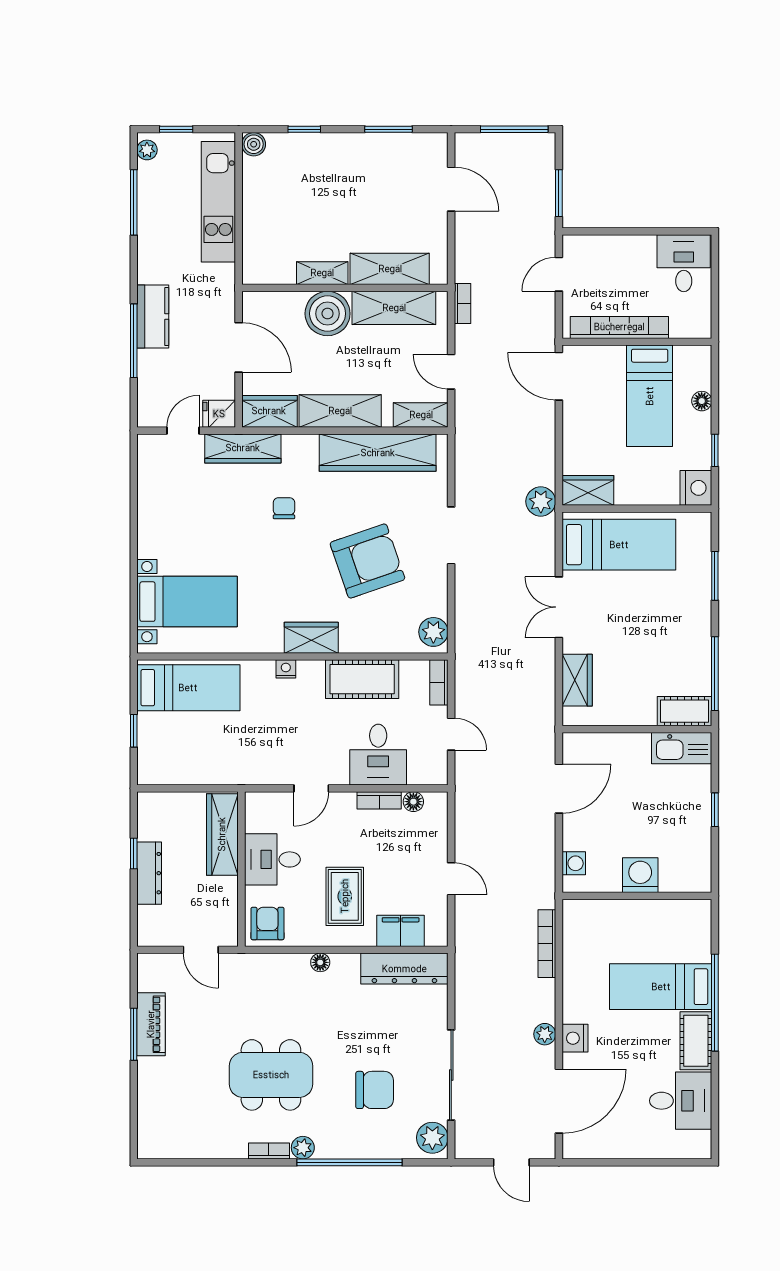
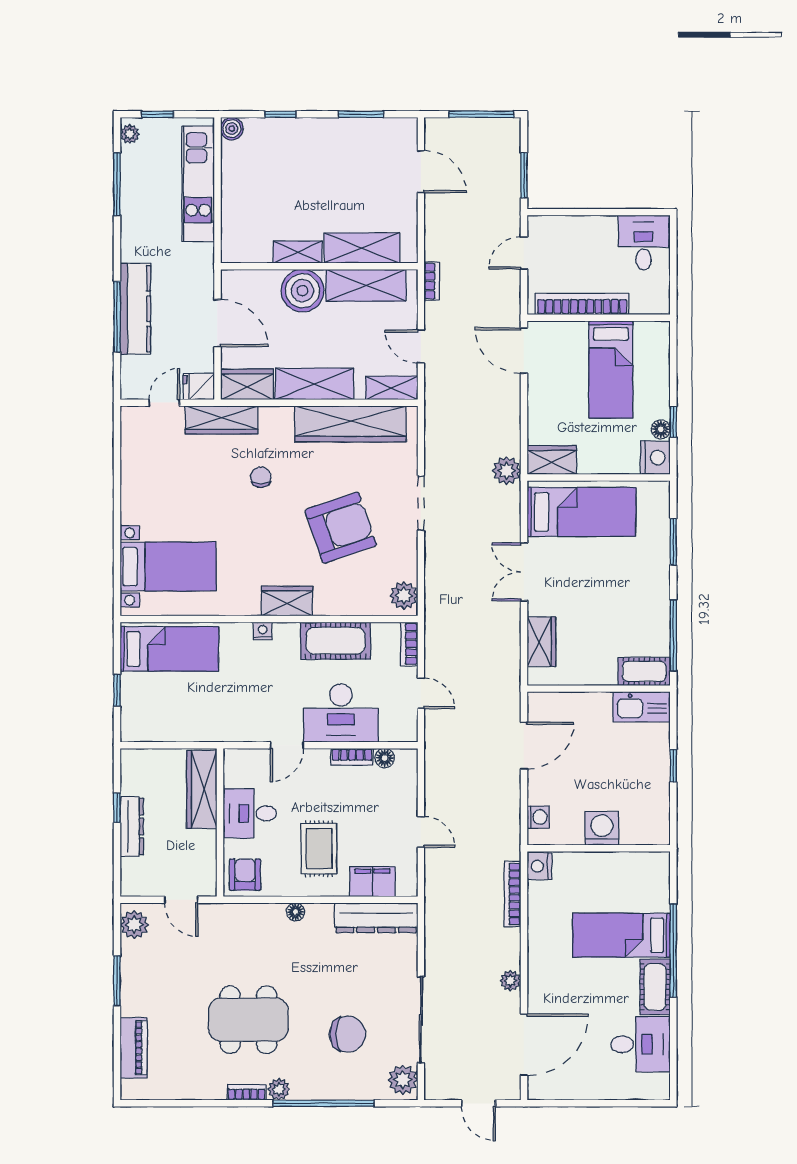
kitchen counter: (153, 317) -> (135, 309), width x1.50
floor lamp: (702, 401) -> (661, 429), moved
desk: (378, 755) -> (341, 713), width x1.37
plant: (152, 976) -> (134, 925), added
piano: (151, 1024) -> (134, 1048), moved
nightstand: (575, 1038) -> (539, 866), moved

